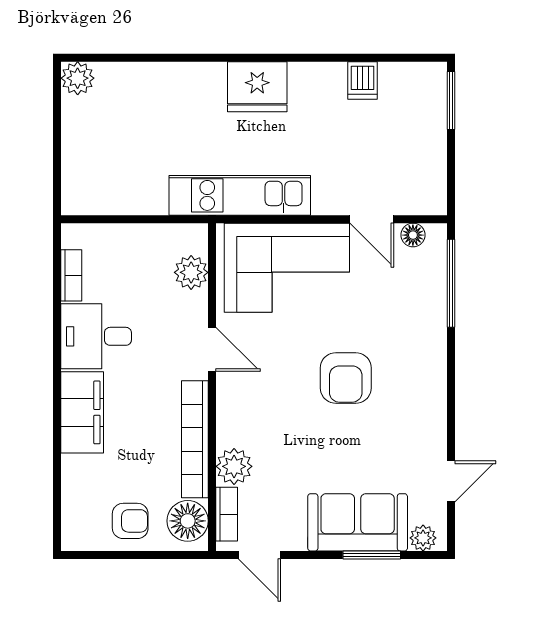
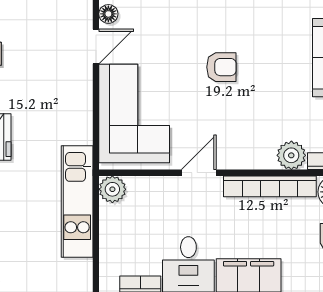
kitchen unit: (240, 195) -> (77, 202), moved
plant: (191, 272) -> (112, 189), moved
armchair: (346, 378) -> (221, 67), width x0.72, depth x0.72

